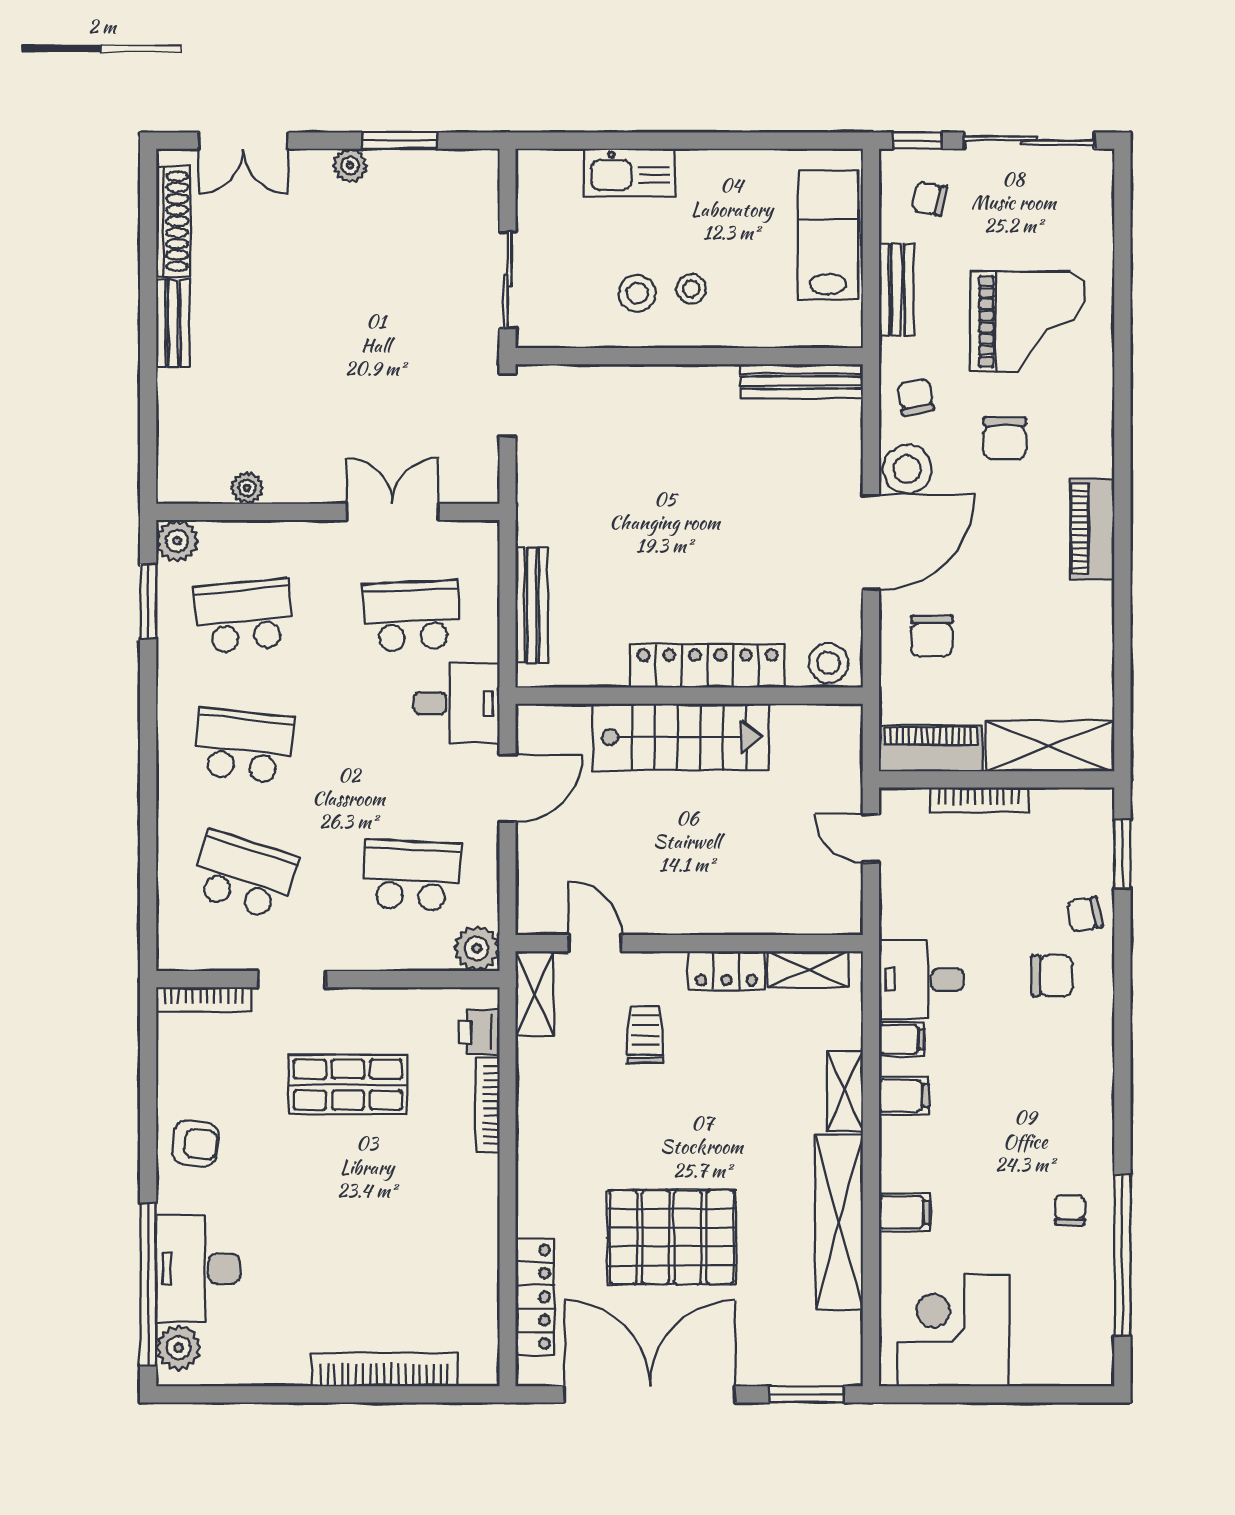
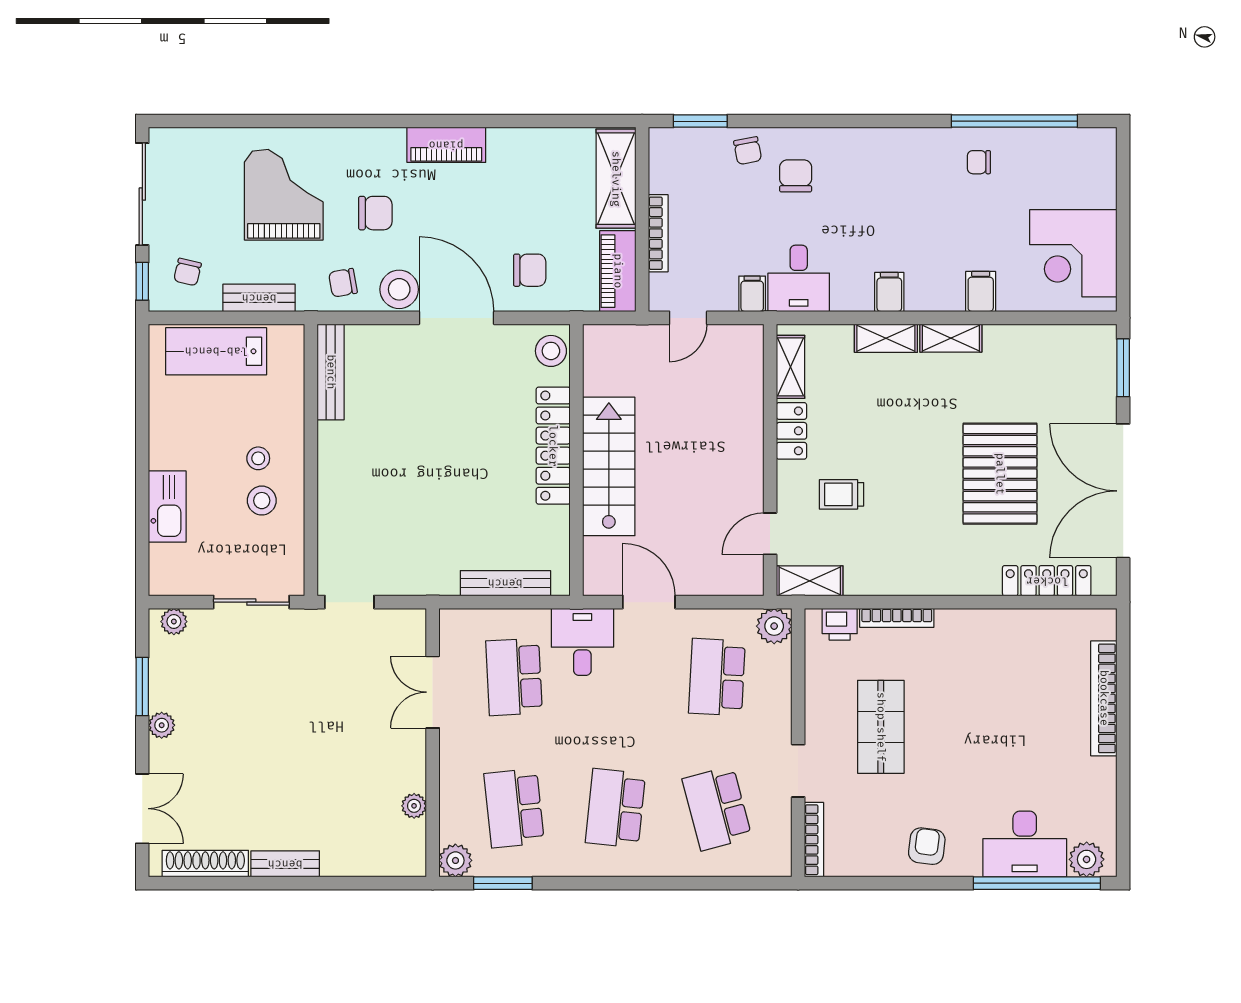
plant: (483, 181) -> (174, 622), added
school desk: (244, 875) -> (717, 808), turned -33
filing cabinet: (902, 1039) -> (752, 294), moved
shelving: (839, 1222) -> (951, 338), width x0.45, depth x0.75

